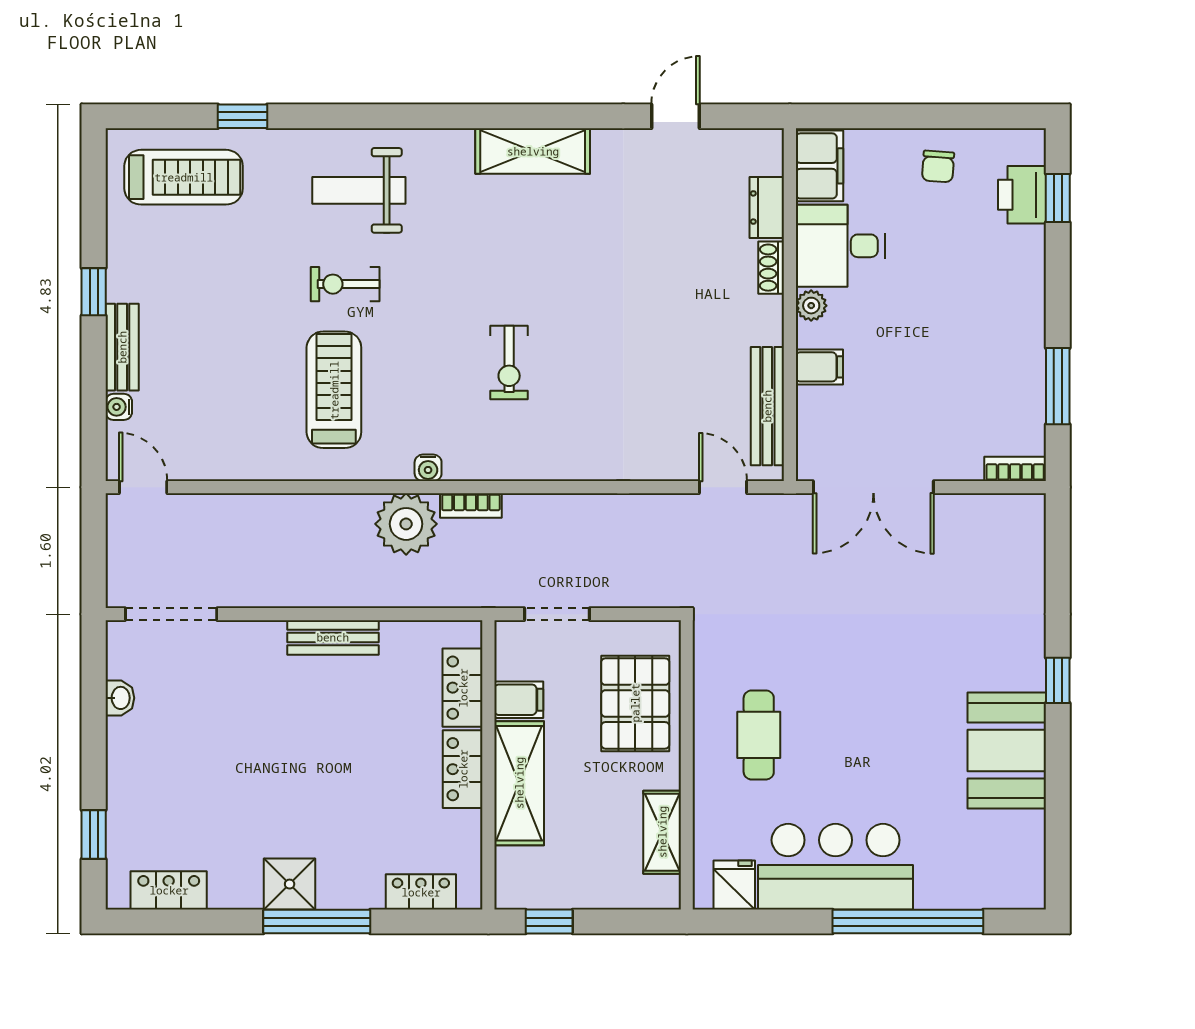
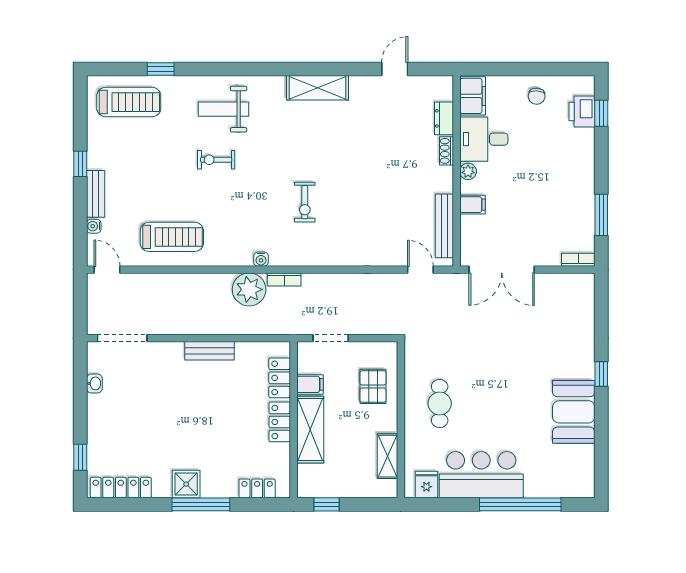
treadmill: (334, 390) -> (172, 237), moved, turned 90
pallet: (635, 703) -> (373, 386), width x0.67, depth x0.71
locker: (169, 890) -> (121, 488), width x1.53

